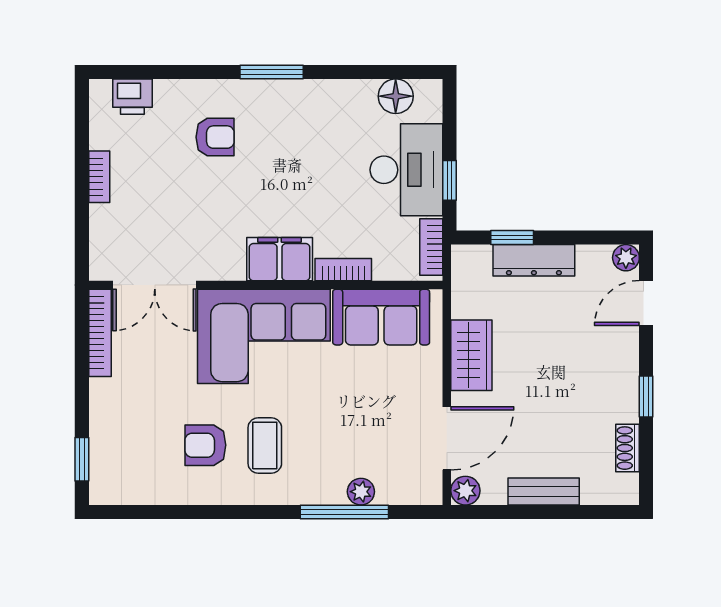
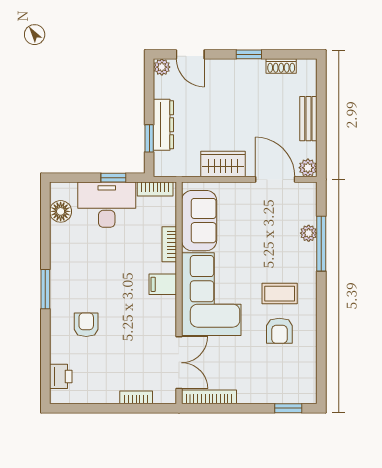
bookcase: (99, 177) -> (136, 397), moved
filing cabinet: (280, 259) -> (163, 284), width x0.50

